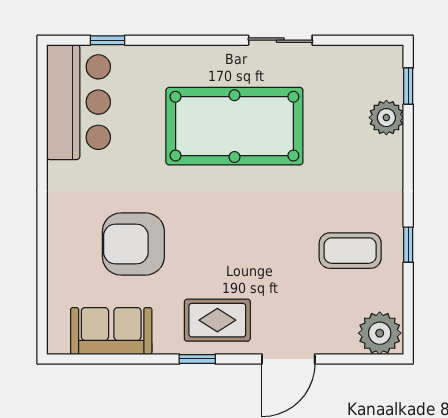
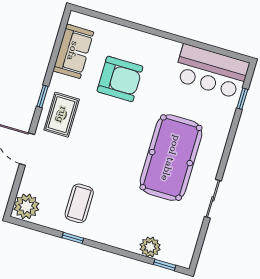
armchair: (133, 244) -> (120, 79), turned 90

